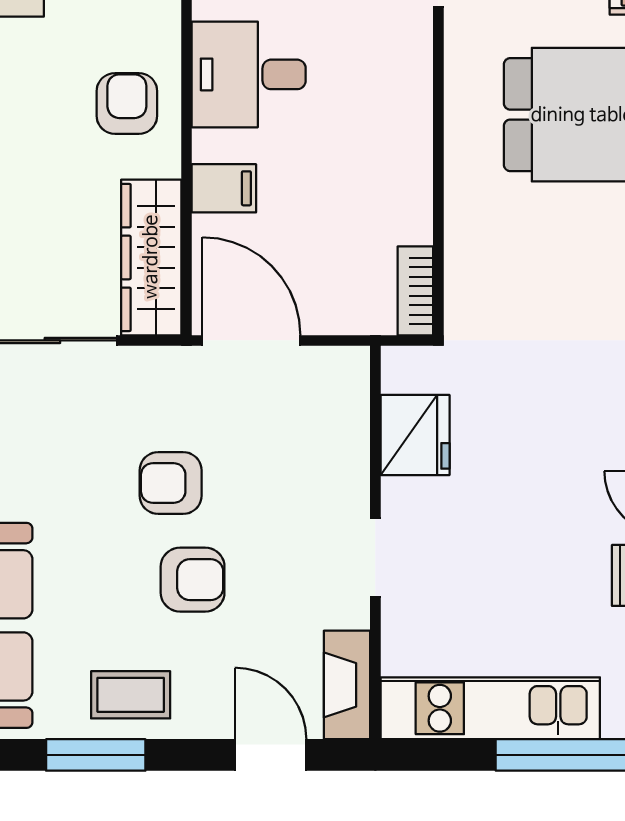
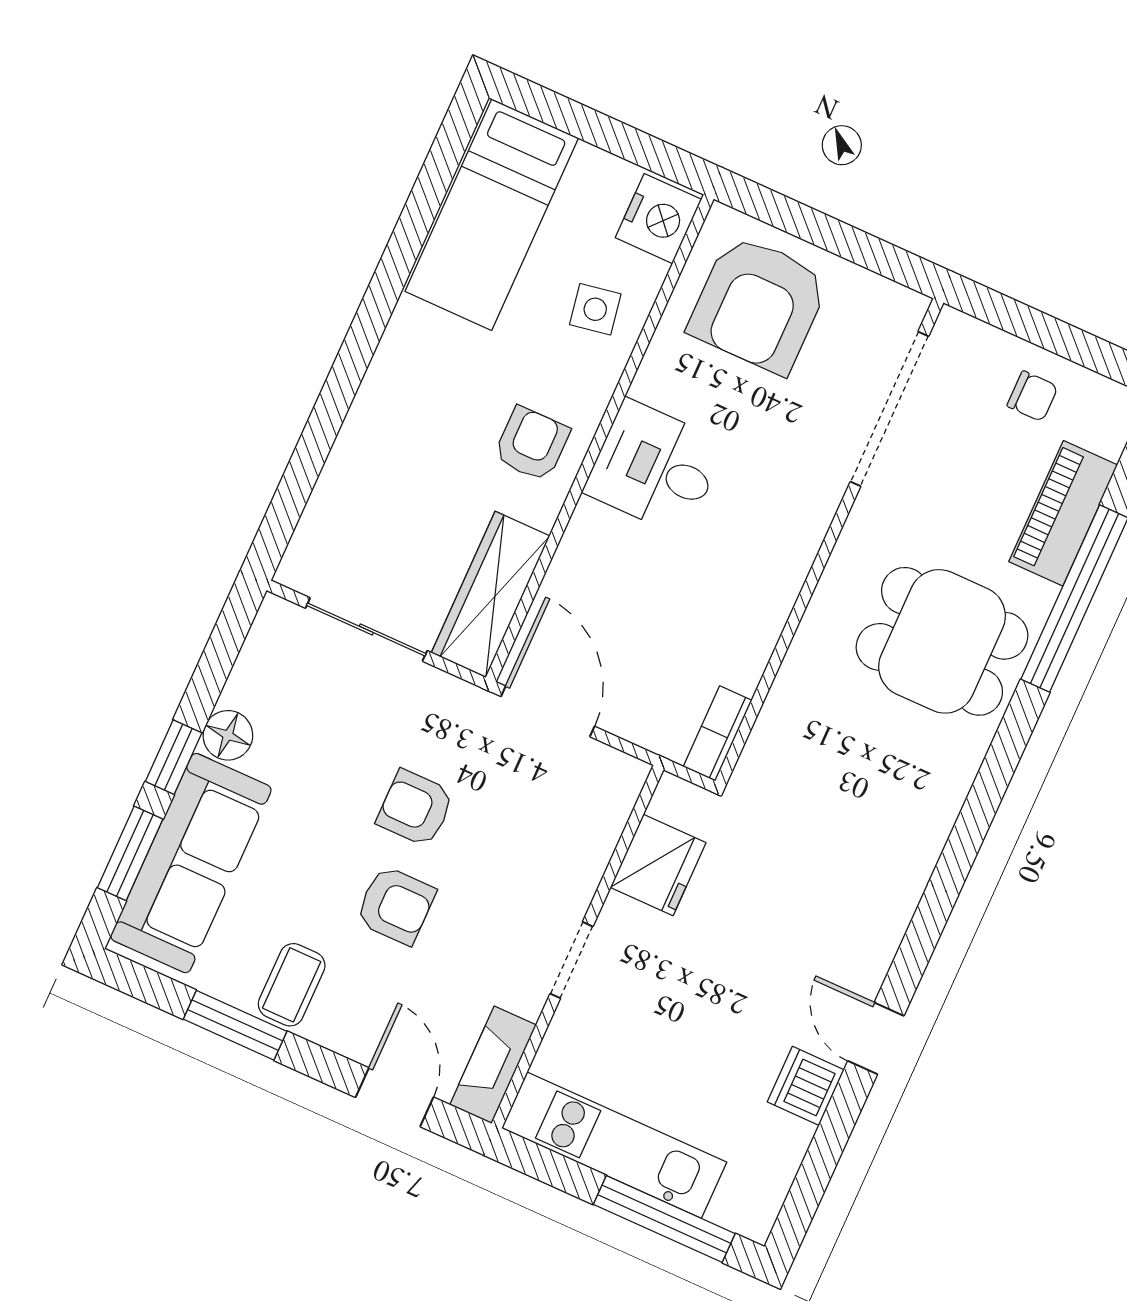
filing cabinet: (224, 188) -> (585, 561), removed
coffee table: (131, 695) -> (292, 985), turned 90

